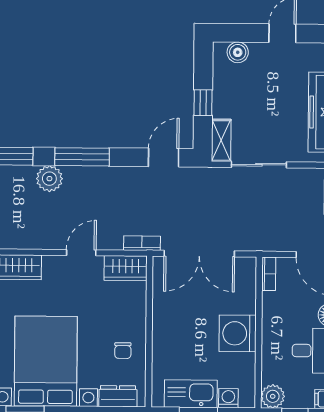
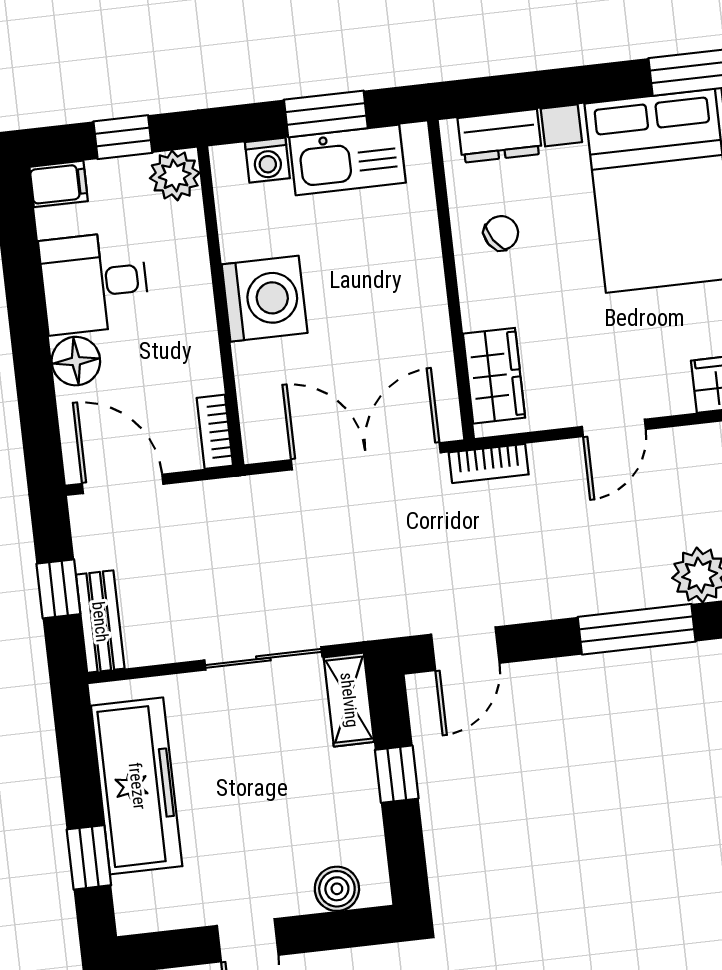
wardrobe: (126, 268) -> (494, 376), moved, turned 90
chair: (123, 351) -> (501, 233), turned 57

